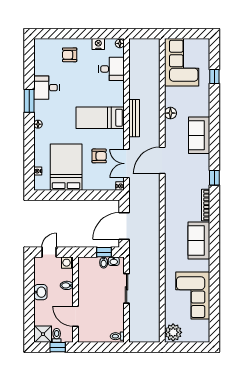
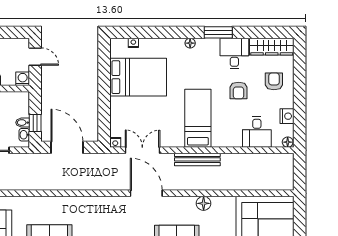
wardrobe: (41, 57) -> (272, 47), added
armchair: (99, 156) -> (239, 91), moved

